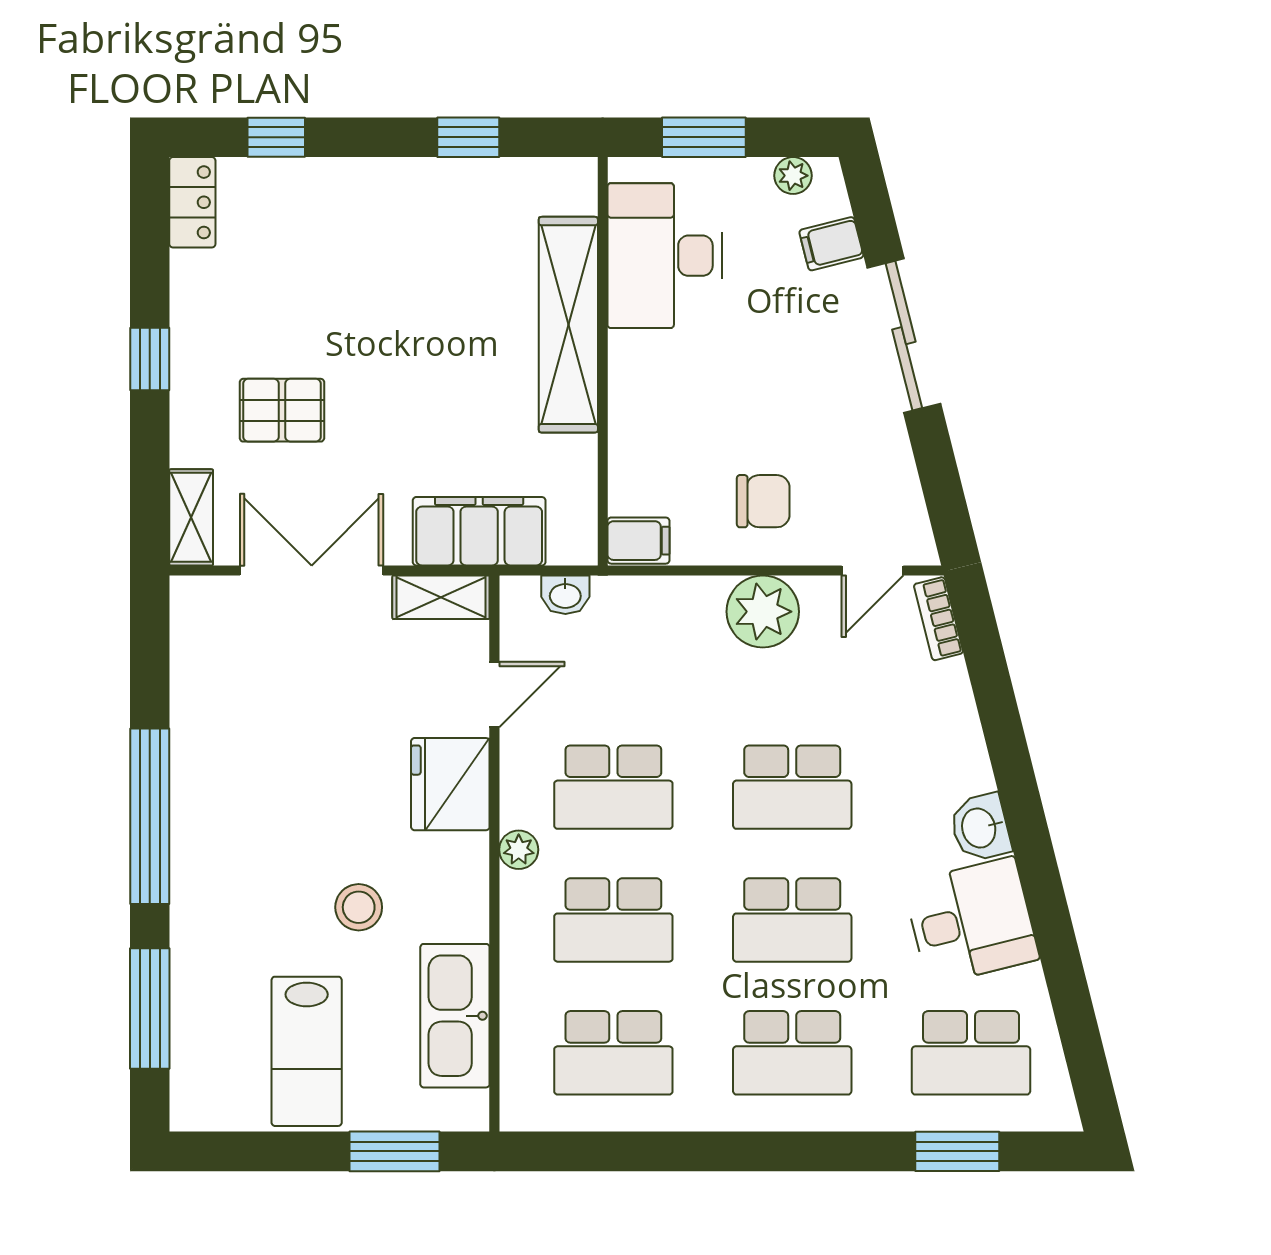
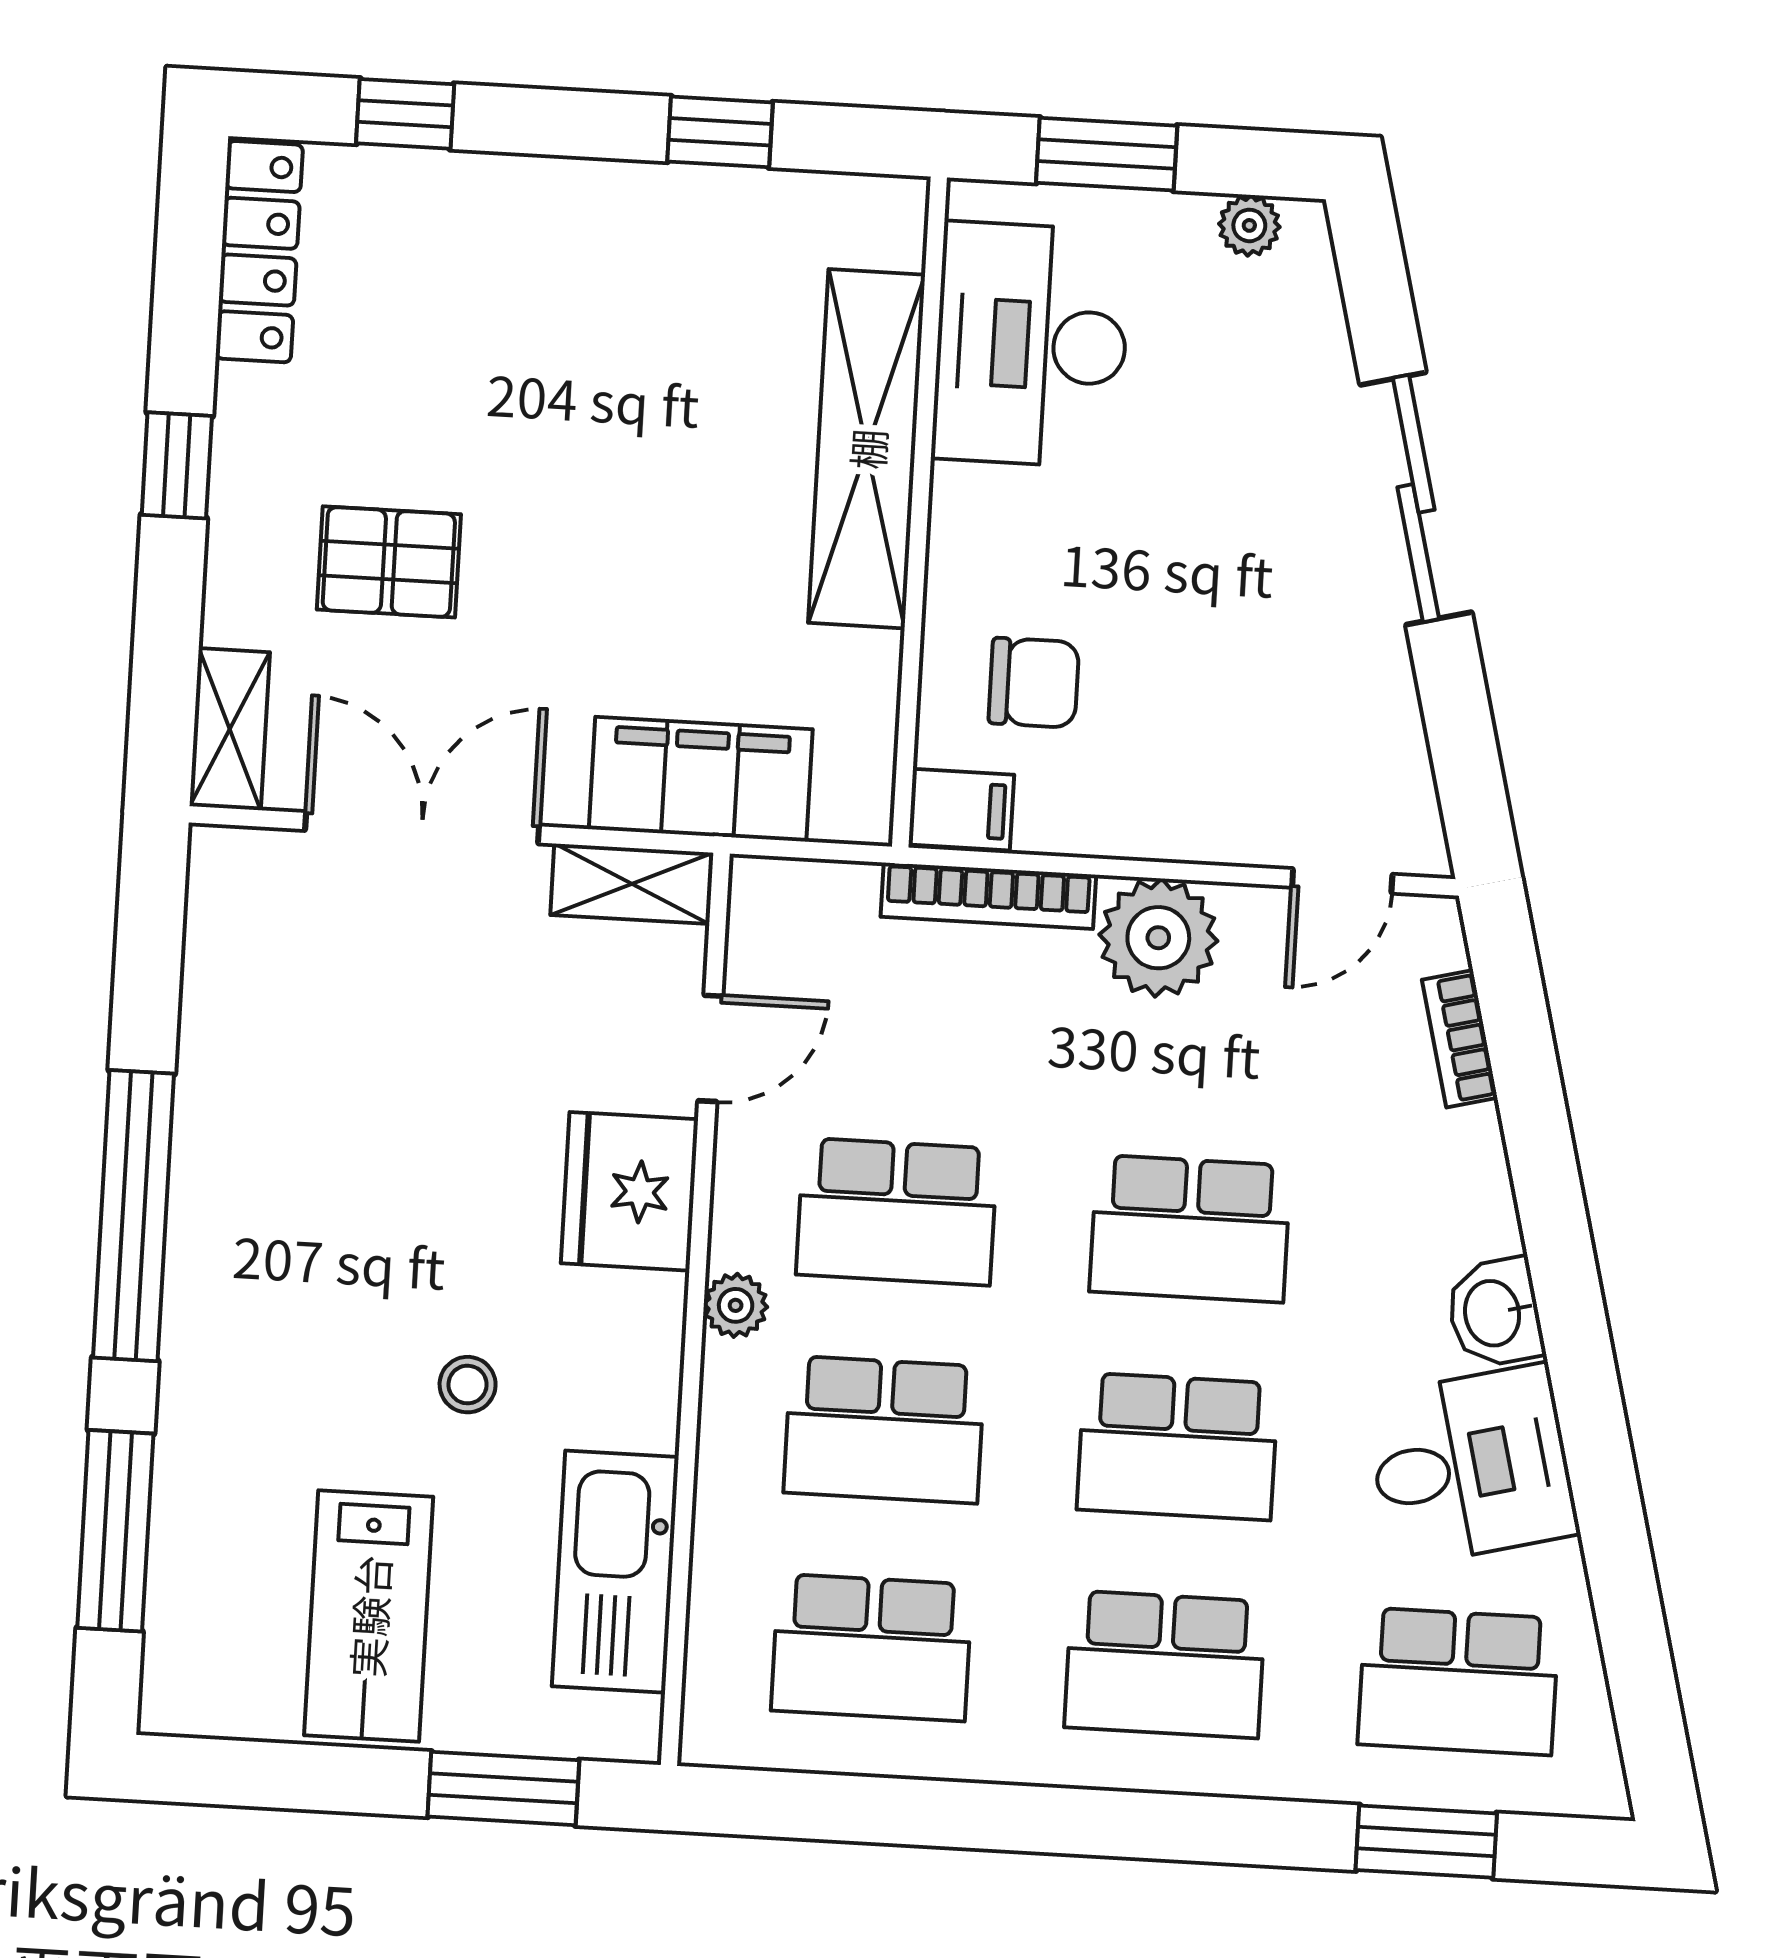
locker: (192, 202) -> (259, 252), width x1.53
filing cabinet: (831, 244) -> (1306, 341), removed
chair: (763, 501) -> (1034, 683), moved
bookcase: (658, 592) -> (988, 896), added
washbasin: (565, 595) -> (836, 892), removed
bookcase: (938, 619) -> (1460, 1039), moved
stool: (359, 907) -> (468, 1385), width x0.73, depth x0.73

